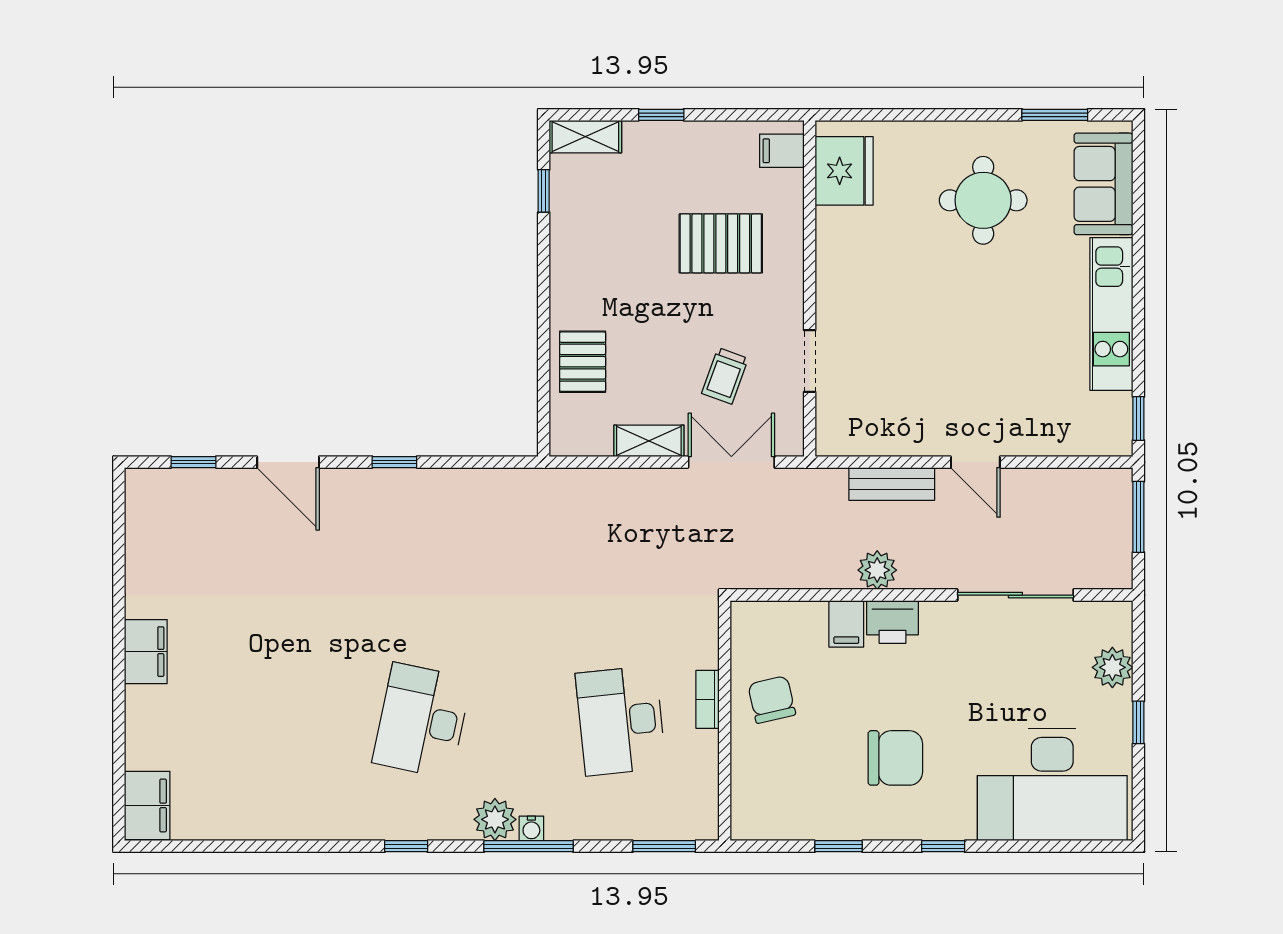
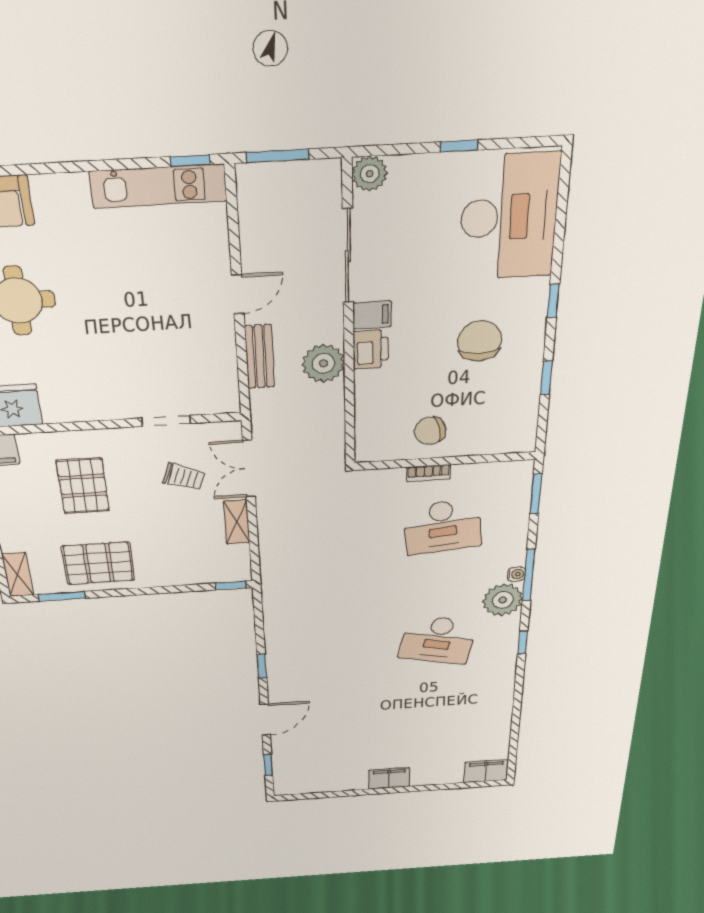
window: (544, 191) -> (62, 596), width x1.50
kitchen unit: (1111, 314) -> (158, 186), moved
pallet: (583, 362) -> (98, 563), moved, width x1.50, depth x1.42
window: (544, 426) -> (231, 585), added
plant: (877, 570) -> (323, 363), width x1.36, depth x1.36
filing cabinet: (846, 624) -> (372, 315), moved
plant: (1112, 667) -> (370, 174), moved
plant: (495, 819) -> (503, 600), width x1.36, depth x1.36

